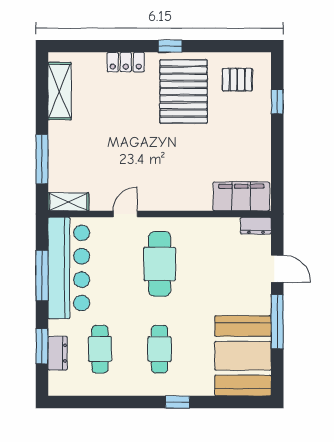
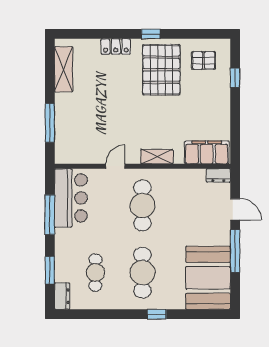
shelving: (68, 202) -> (157, 157), moved
bar counter: (69, 268) -> (71, 198), width x0.73
cafe table: (160, 349) -> (142, 273), width x1.37, depth x1.35
dresser: (58, 353) -> (62, 296), moved

